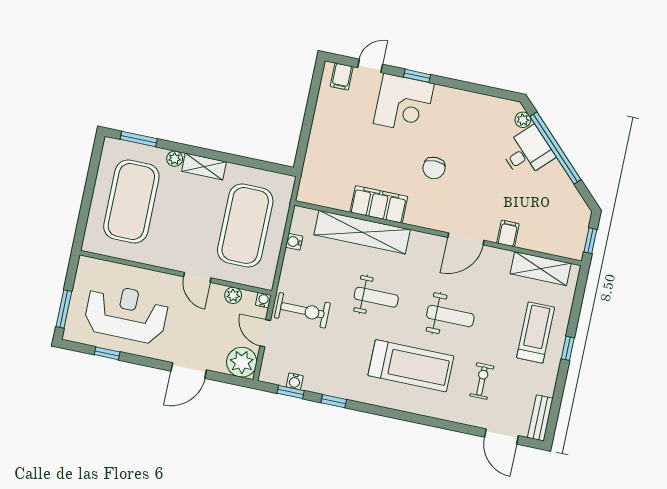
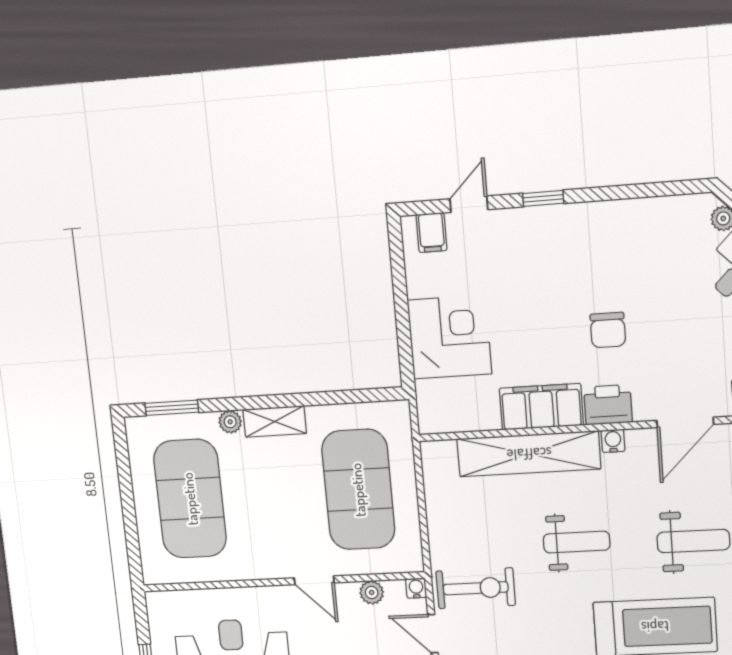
corner desk: (404, 104) -> (449, 337), moved, turned -90
printer: (421, 215) -> (608, 405), added
water cooler: (294, 242) -> (613, 441), moved, turned 90

